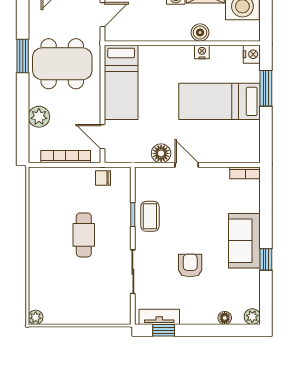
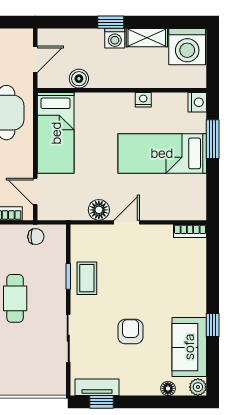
boiler: (200, 32) -> (79, 79), moved
door: (187, 165) -> (127, 222), hinge flipped
chair: (103, 178) -> (36, 237), turned 180
sofa: (244, 241) -> (189, 347), moved

